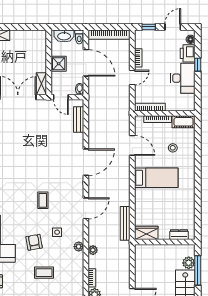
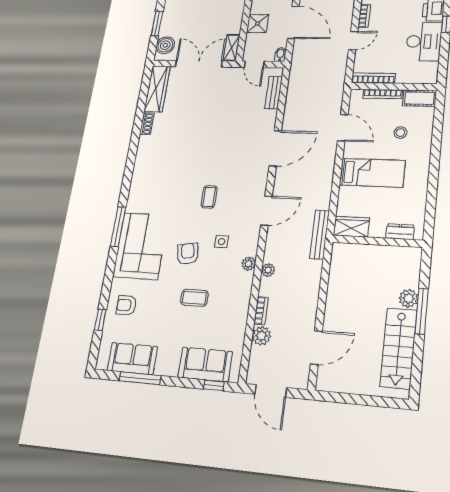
wardrobe: (146, 233) -> (351, 227), moved
dresser: (179, 235) -> (400, 232), moved
wall: (165, 242) -> (377, 241), moved

